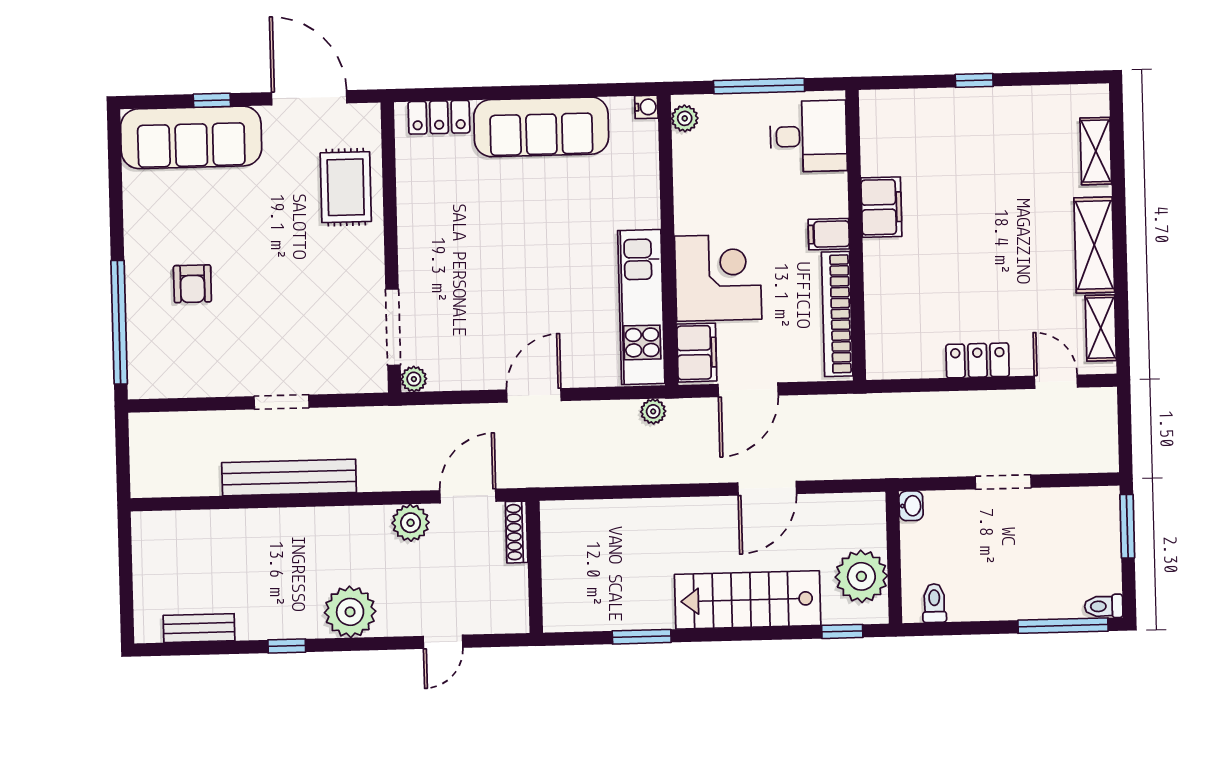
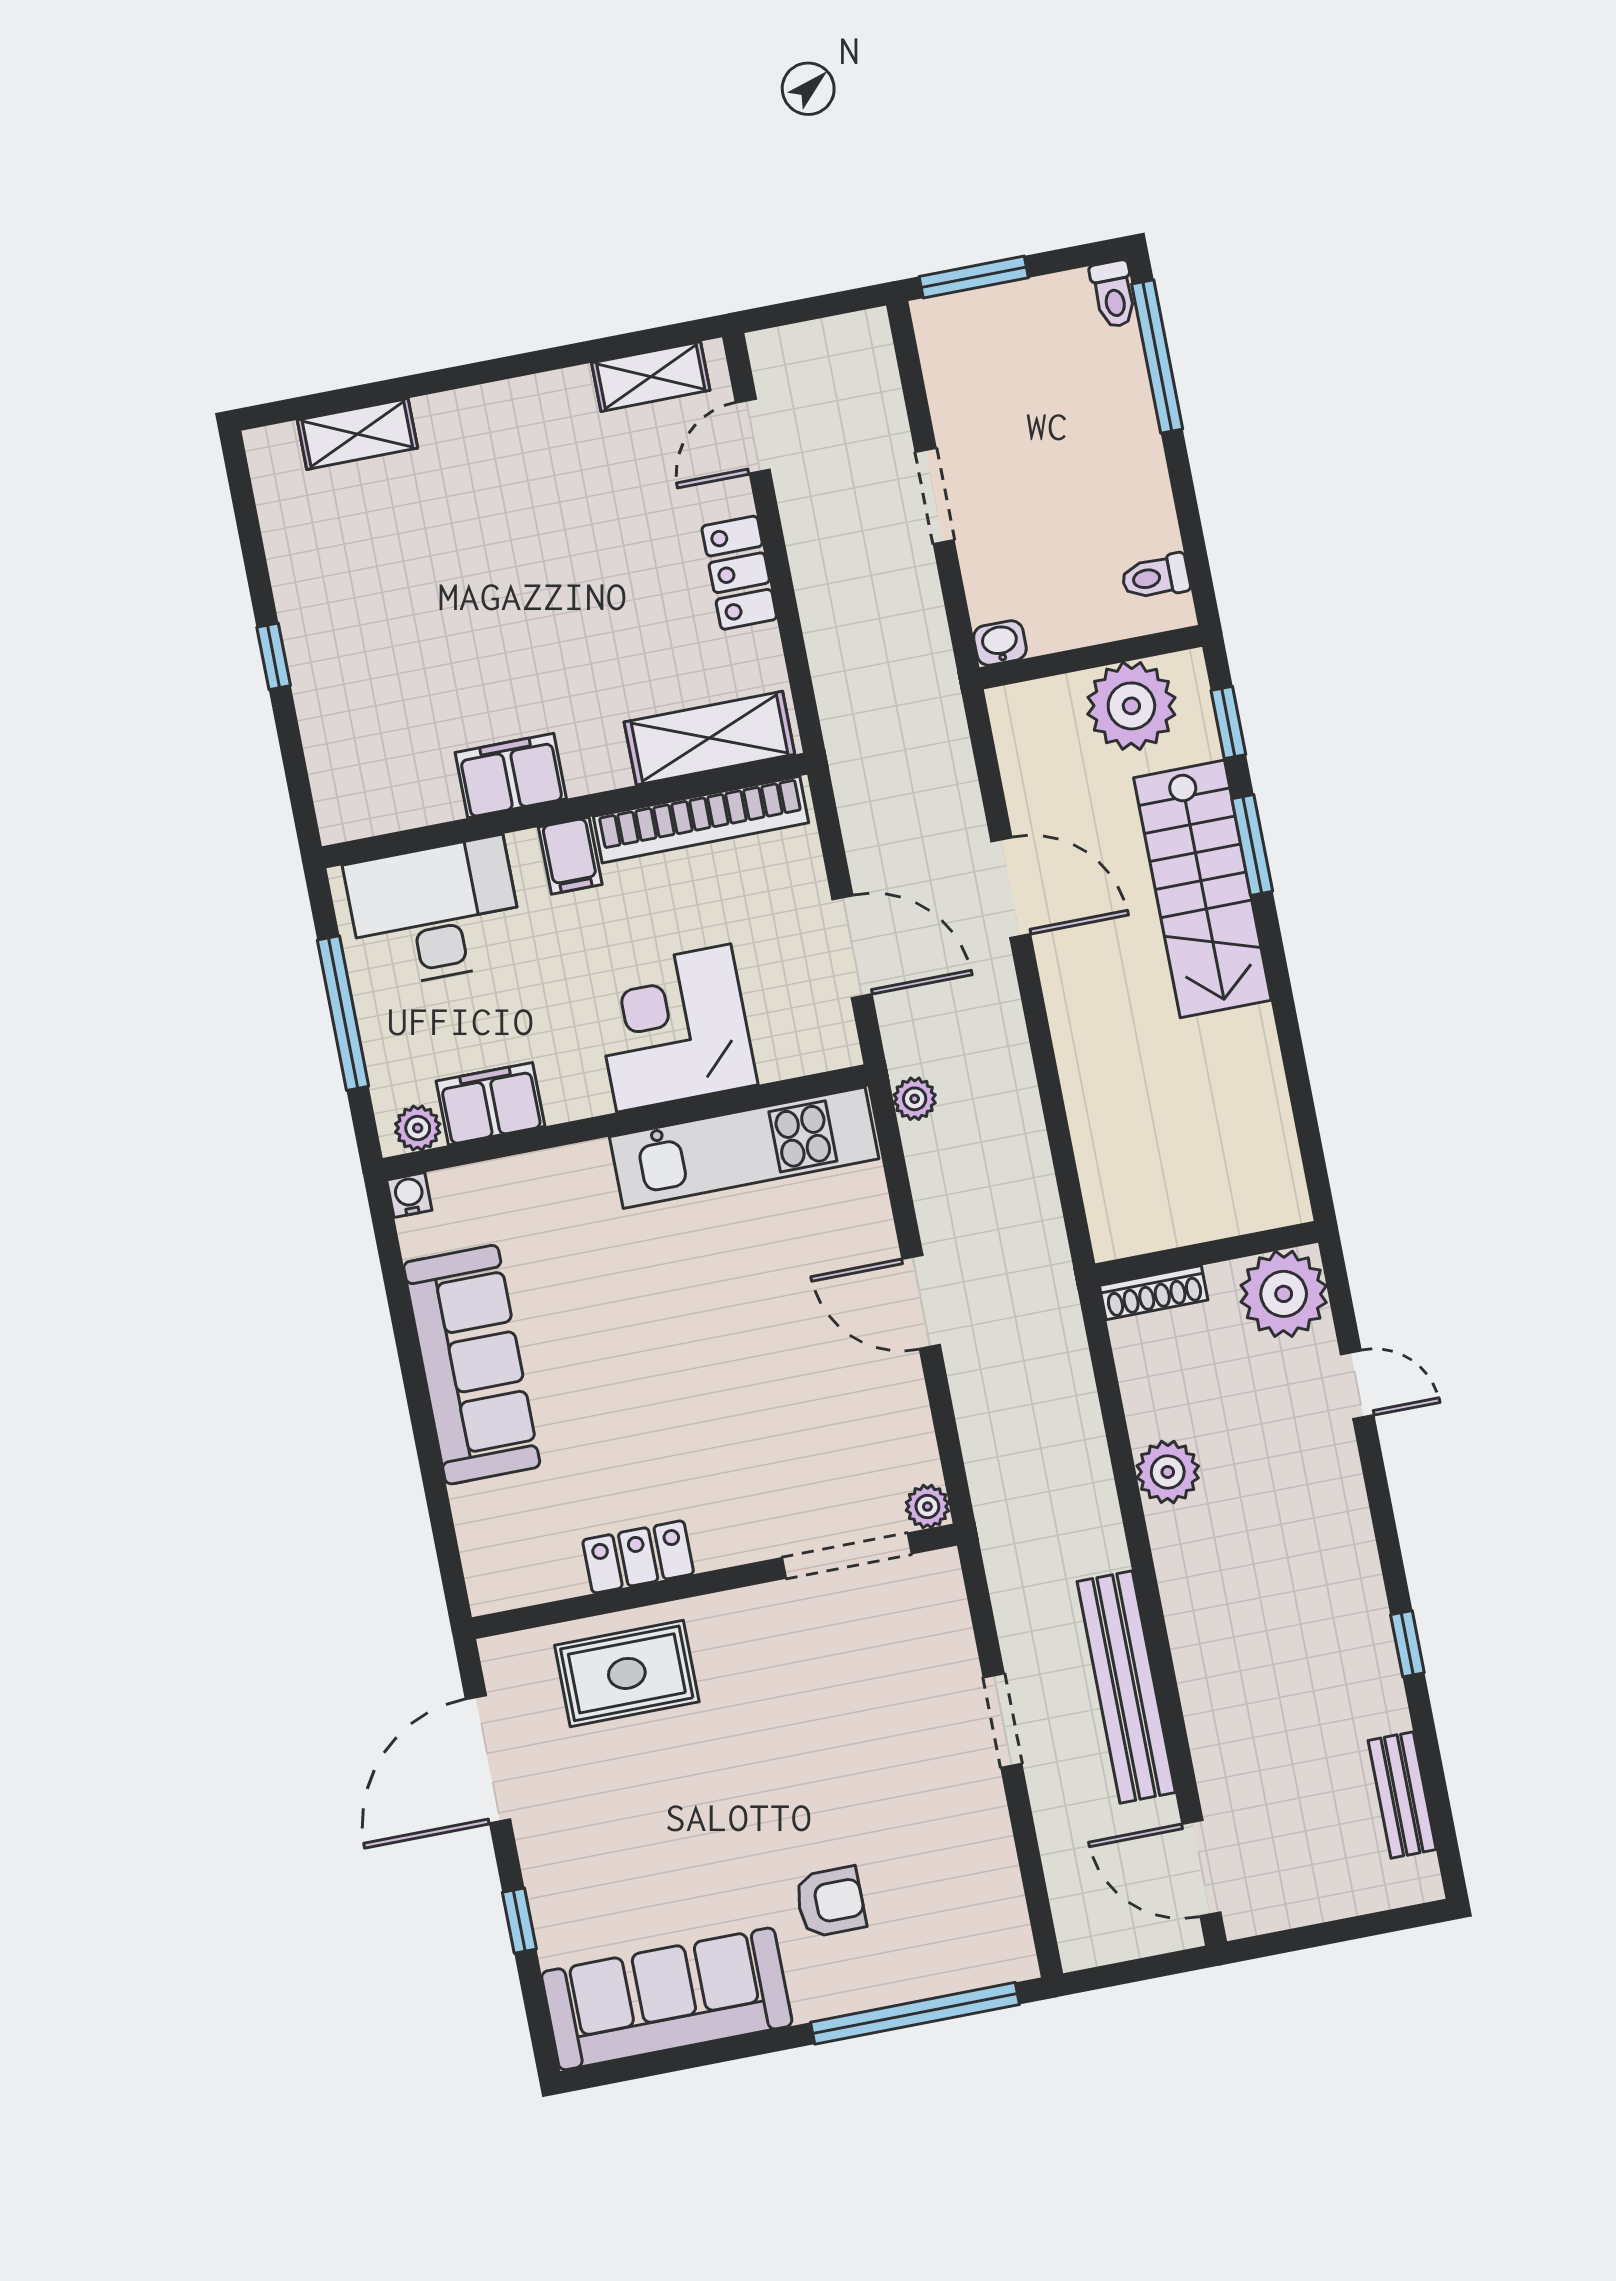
locker: (439, 117) -> (638, 1557), moved, turned -90
desk: (809, 136) -> (435, 913), width x1.37
sofa: (191, 137) -> (667, 1999), moved, turned -90
shelving: (1094, 245) -> (709, 738), moved
filing cabinet: (697, 353) -> (490, 1104), moved
door: (468, 496) -> (1201, 1868), moved
plant: (350, 612) -> (1284, 1294), moved
window: (642, 637) -> (1252, 845), moved

